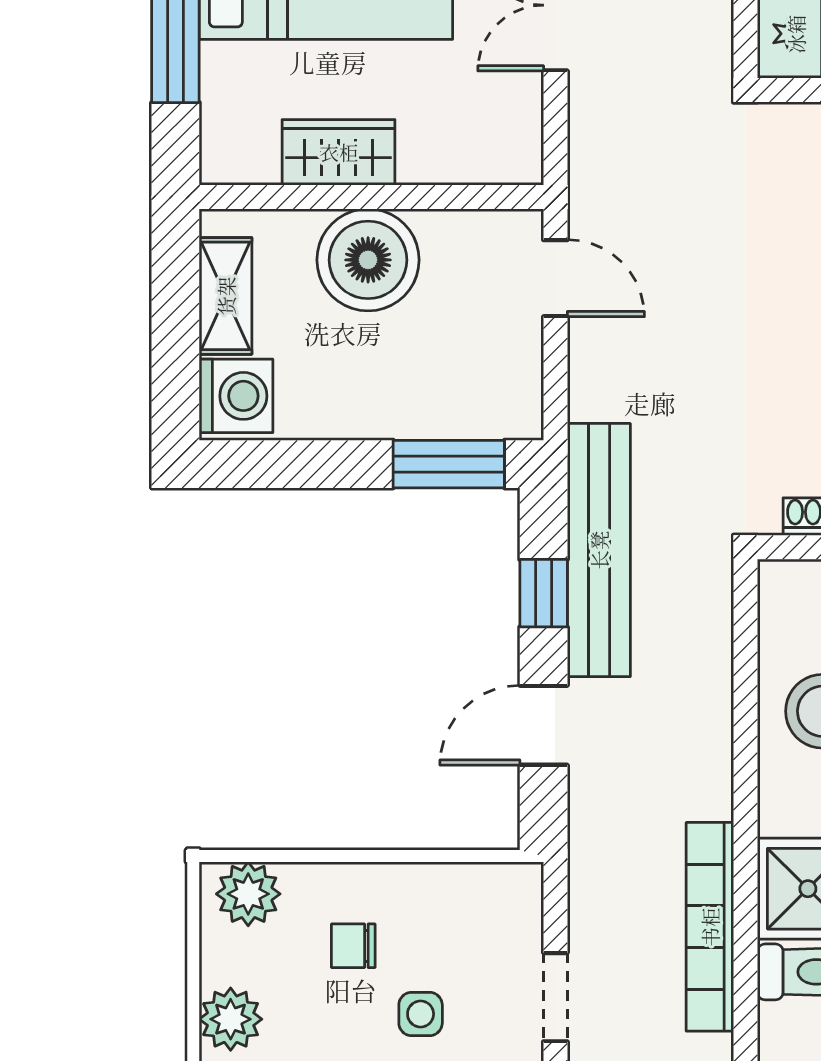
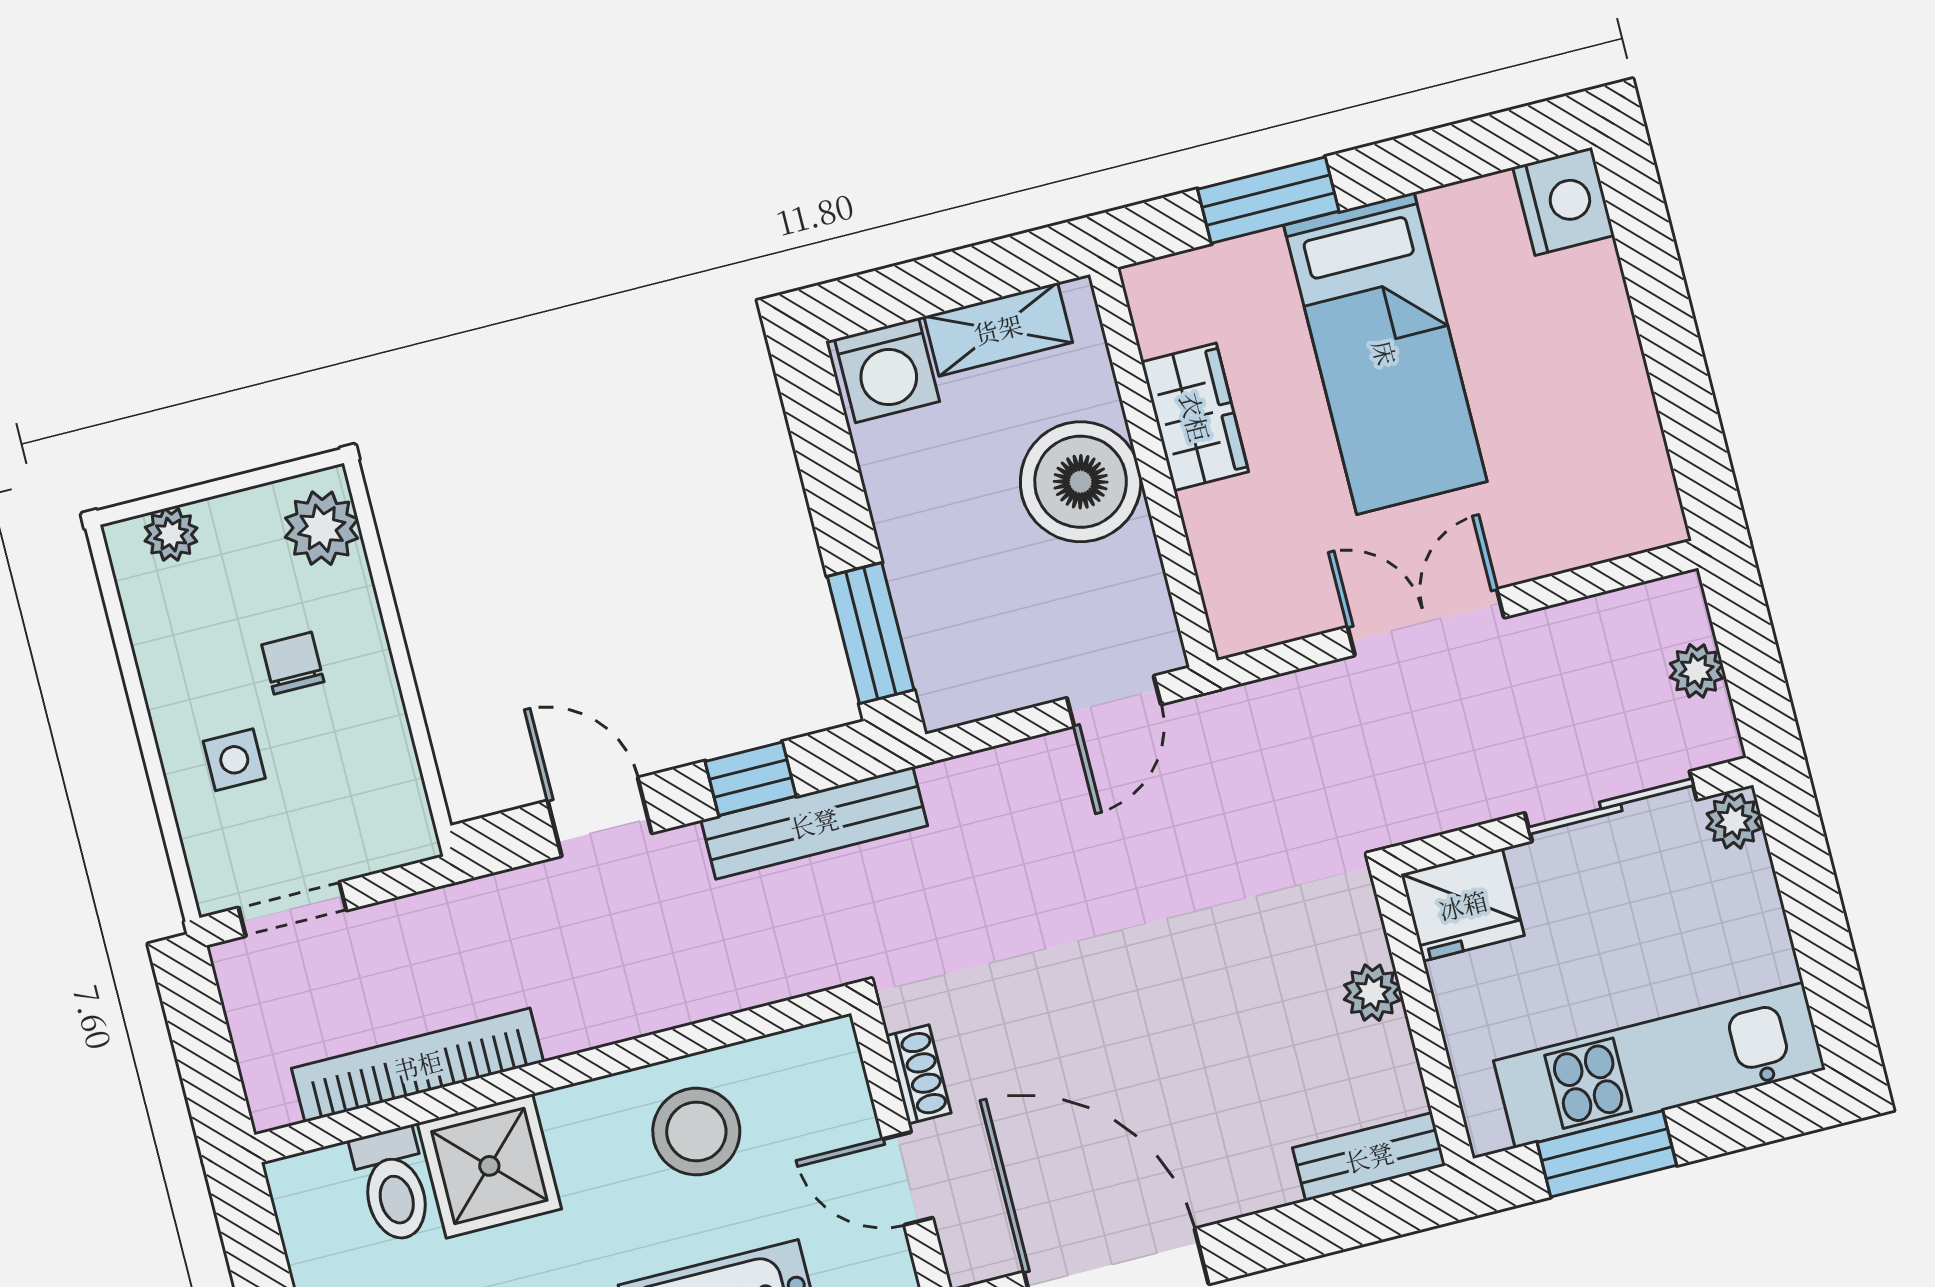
bench: (599, 550) -> (814, 823), width x0.73, depth x0.82
plant: (231, 1019) -> (171, 534), width x0.73, depth x0.73

